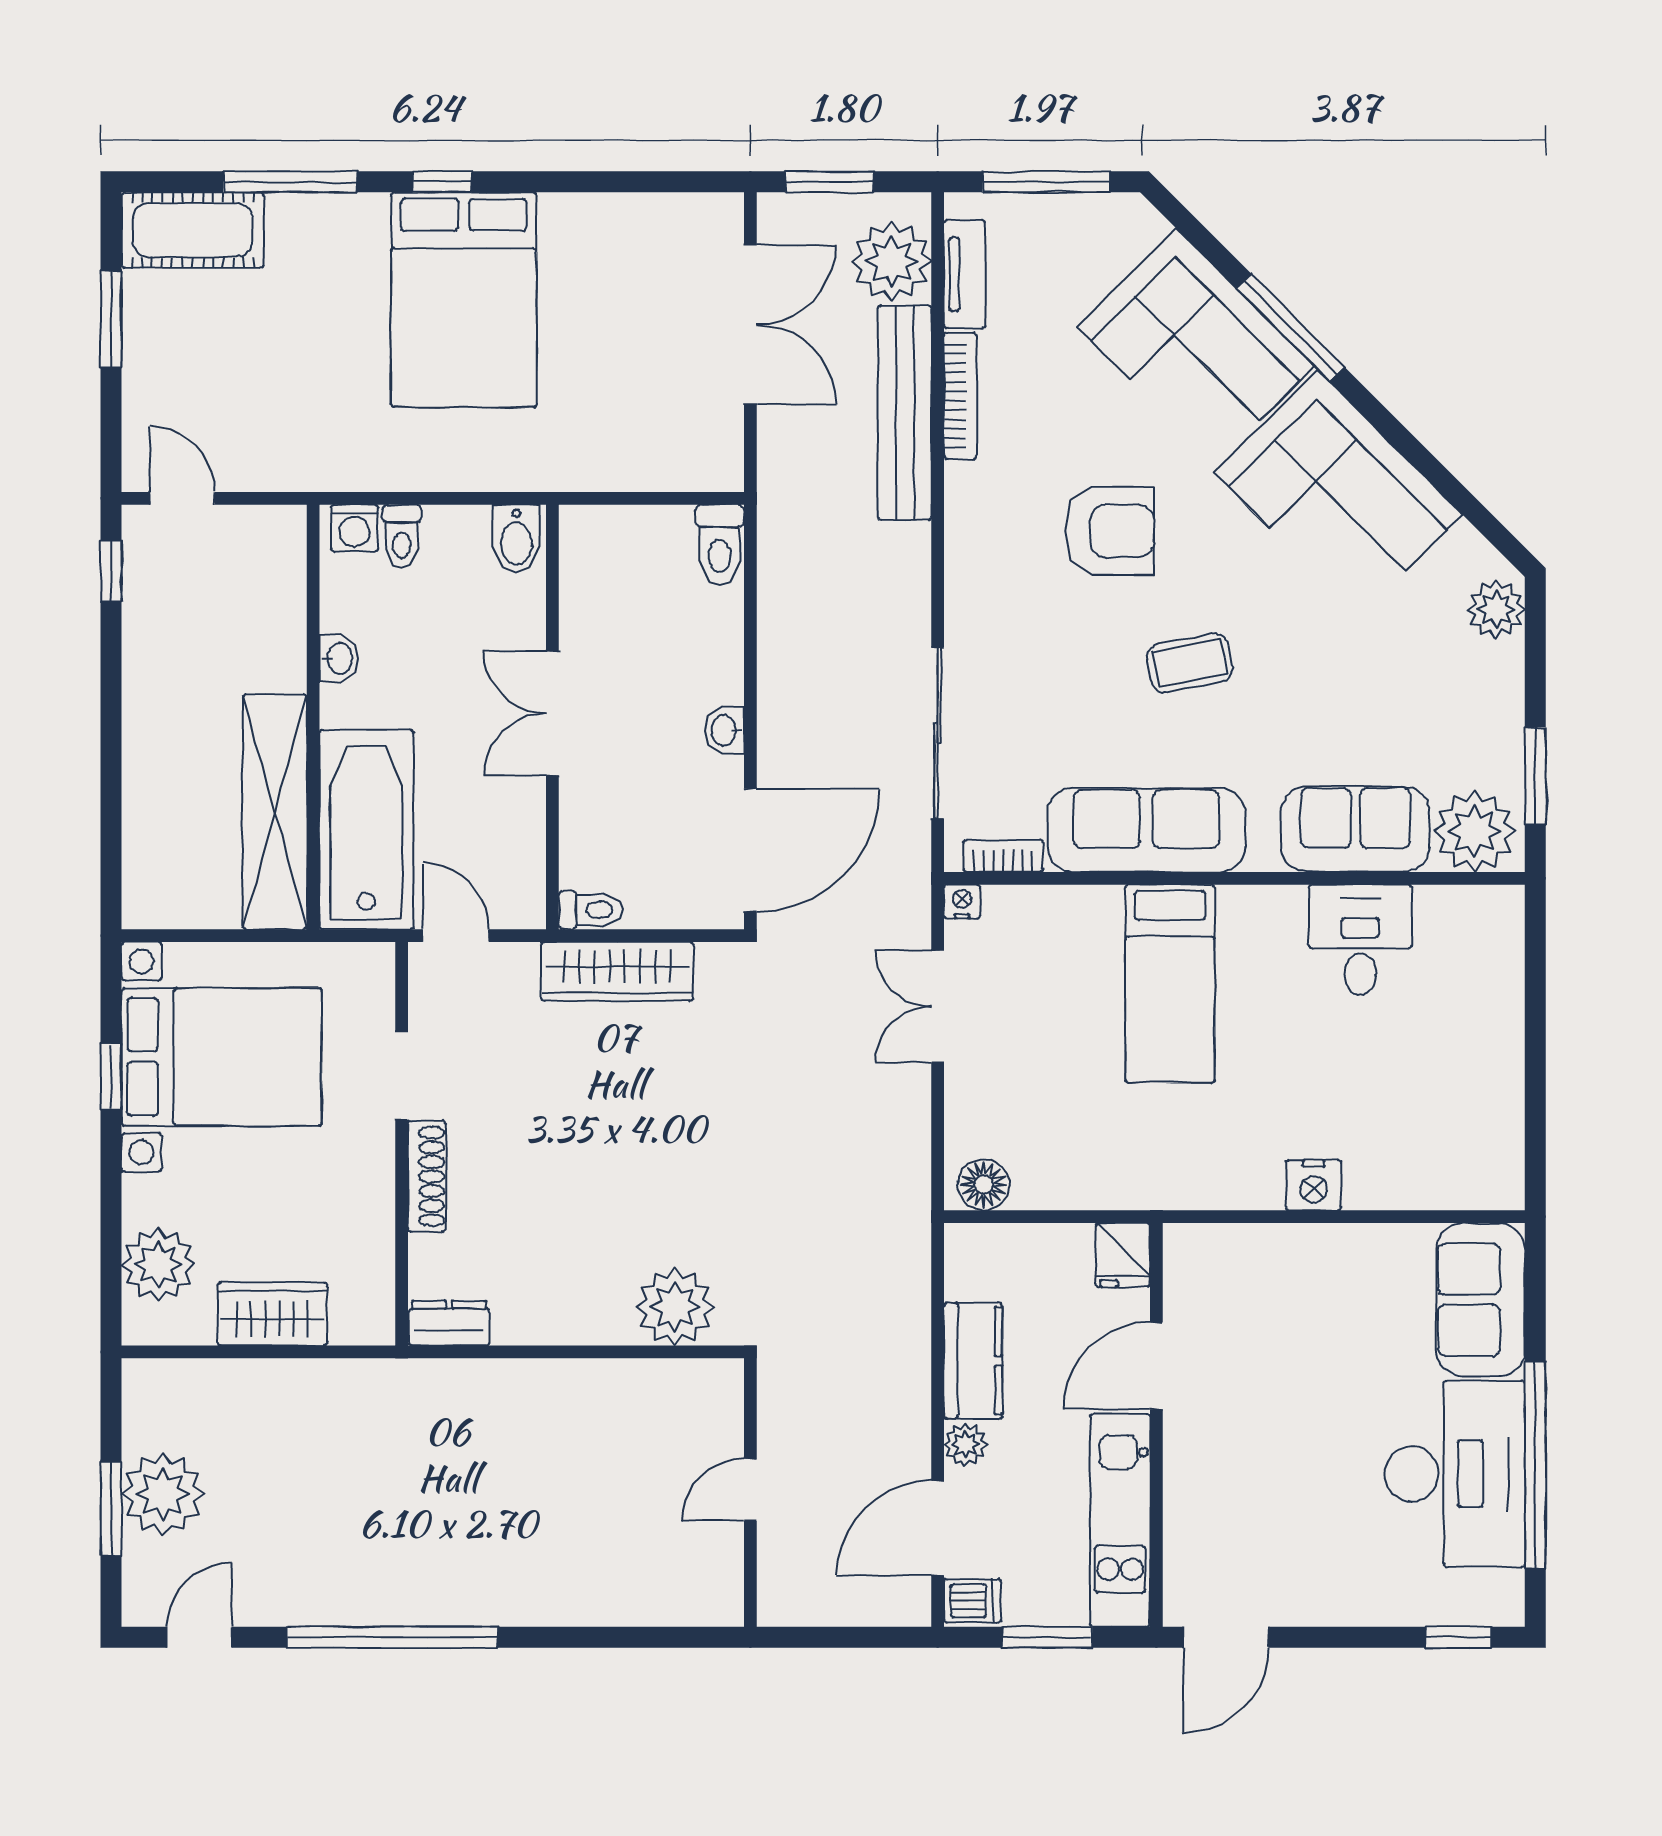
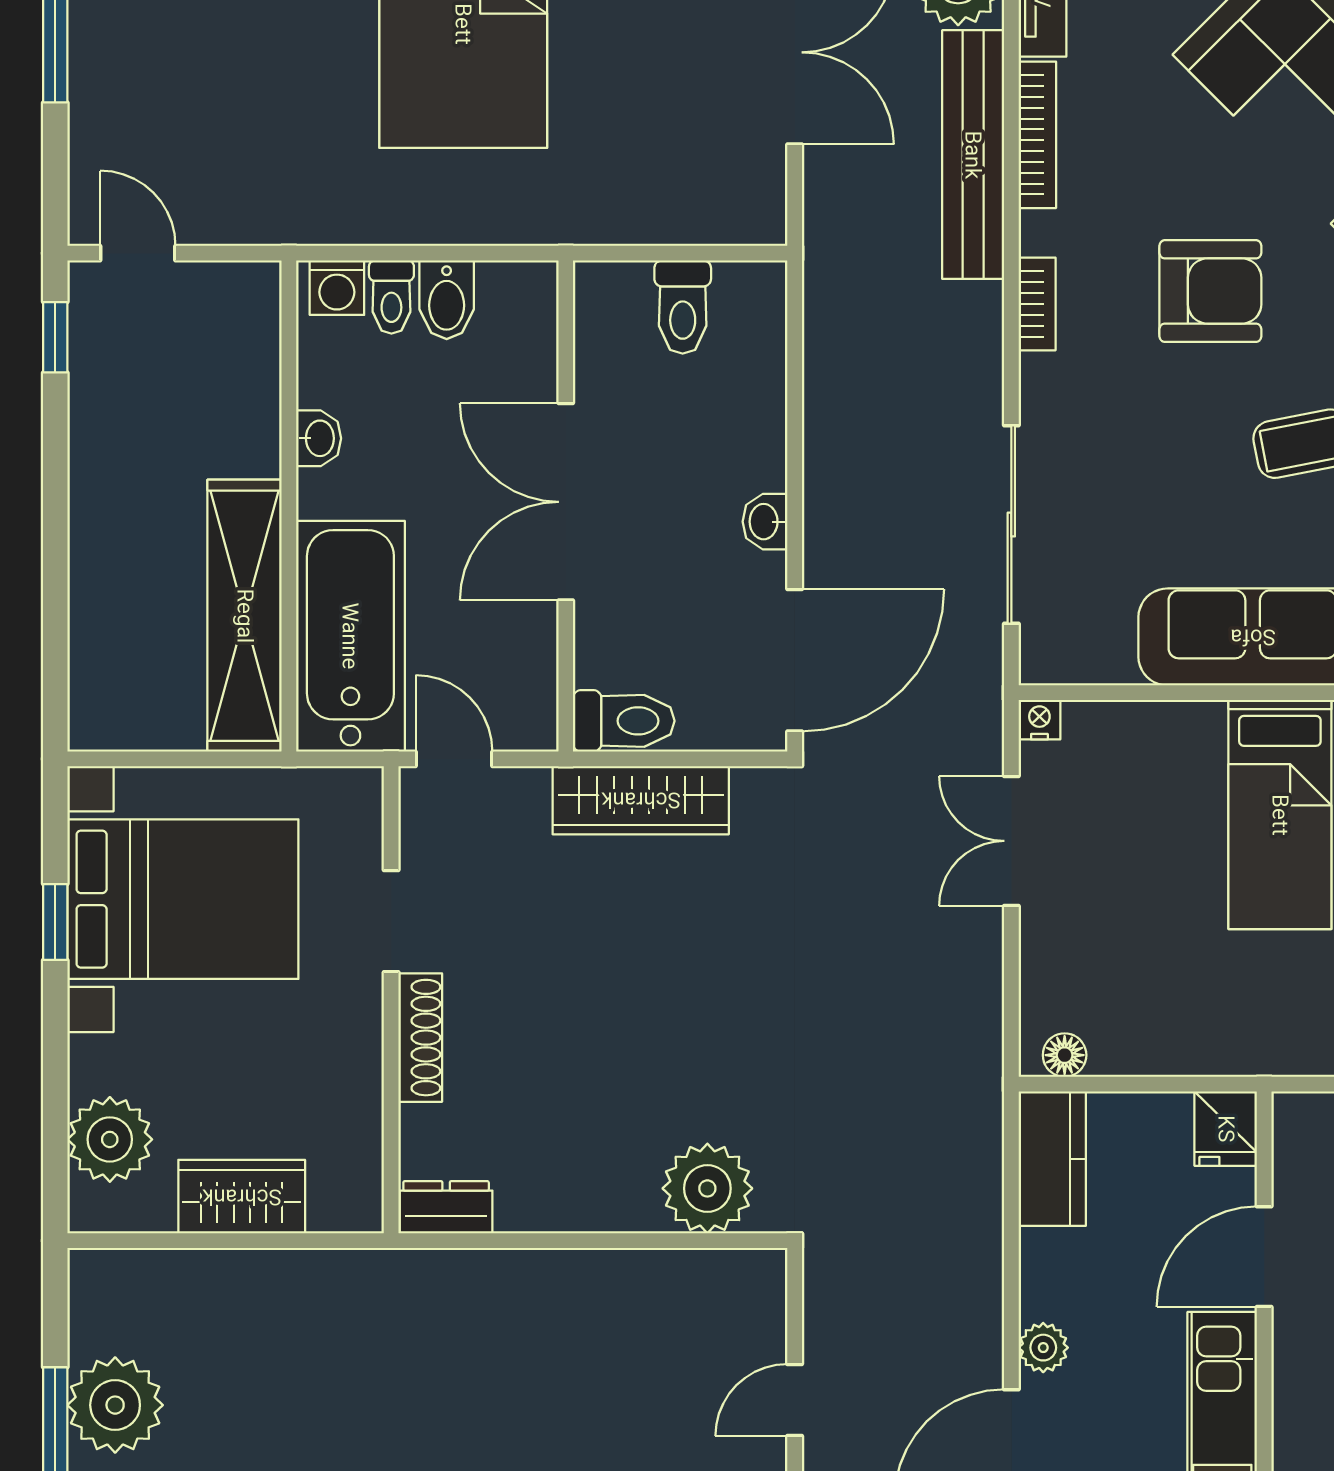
bidet: (516, 539) -> (447, 300), moved
toilet: (720, 545) -> (683, 307), moved
double door: (552, 713) -> (566, 502), width x1.37
bookcase: (1003, 856) -> (1037, 304), moved, turned 90
toilet: (590, 910) -> (624, 721), width x1.37, depth x1.39
floor lamp: (984, 1185) -> (1065, 1055), width x0.73, depth x0.73
kitchen counter: (973, 1361) -> (1052, 1159), moved

